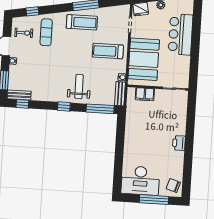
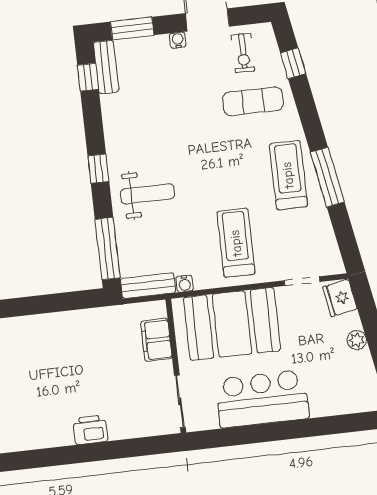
treadmill: (82, 22) -> (288, 175), turned 180
bar counter: (180, 34) -> (262, 399), moved
printer: (179, 143) -> (90, 430), moved

